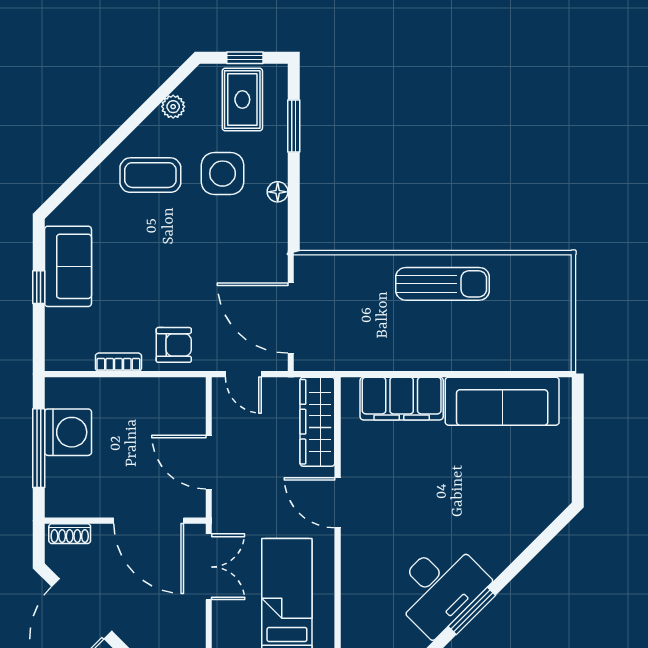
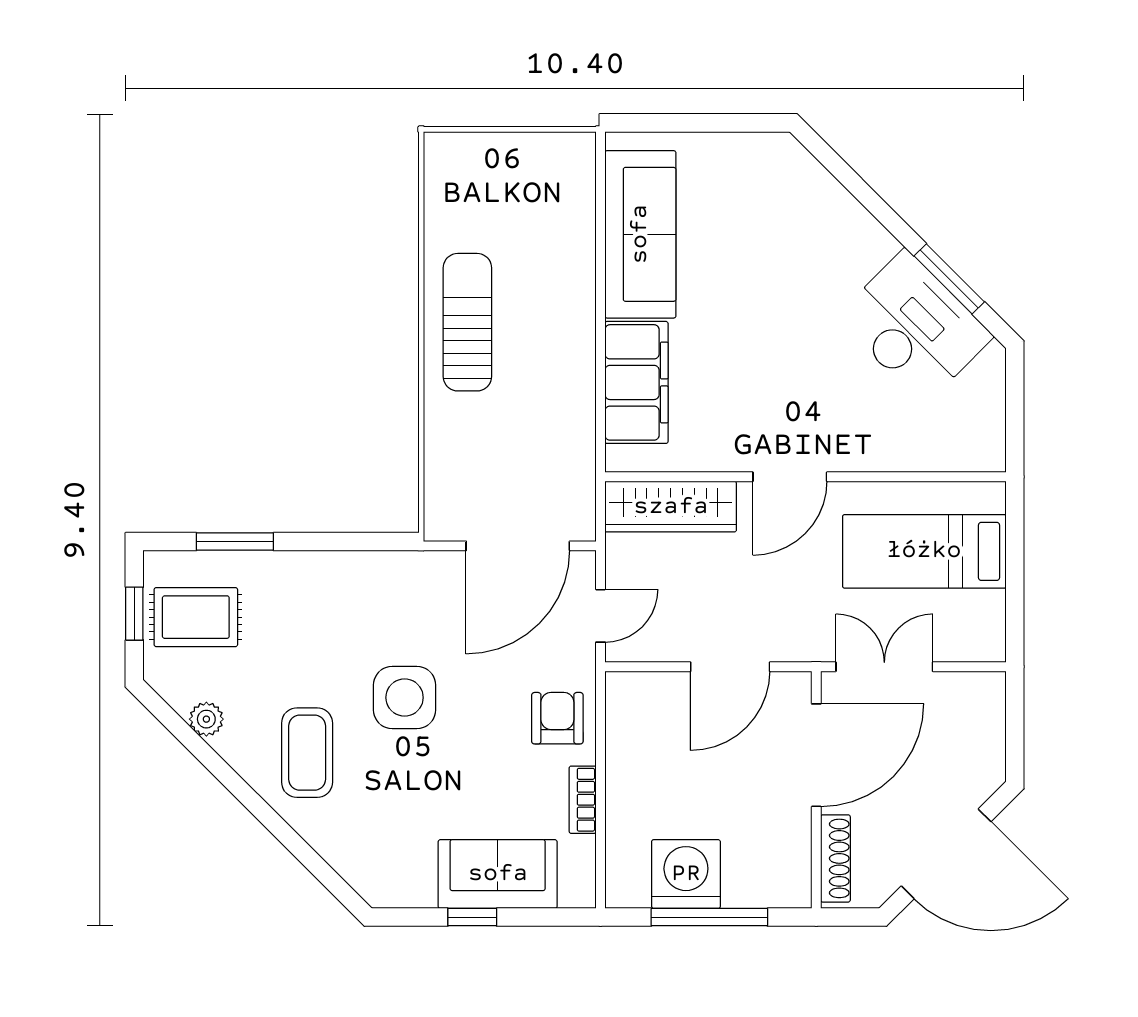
side table: (223, 174) -> (405, 698), moved
floor lamp: (278, 192) -> (332, 565), removed
sofa: (68, 266) -> (498, 874), moved
shoe rack: (70, 534) -> (835, 858), width x1.43

